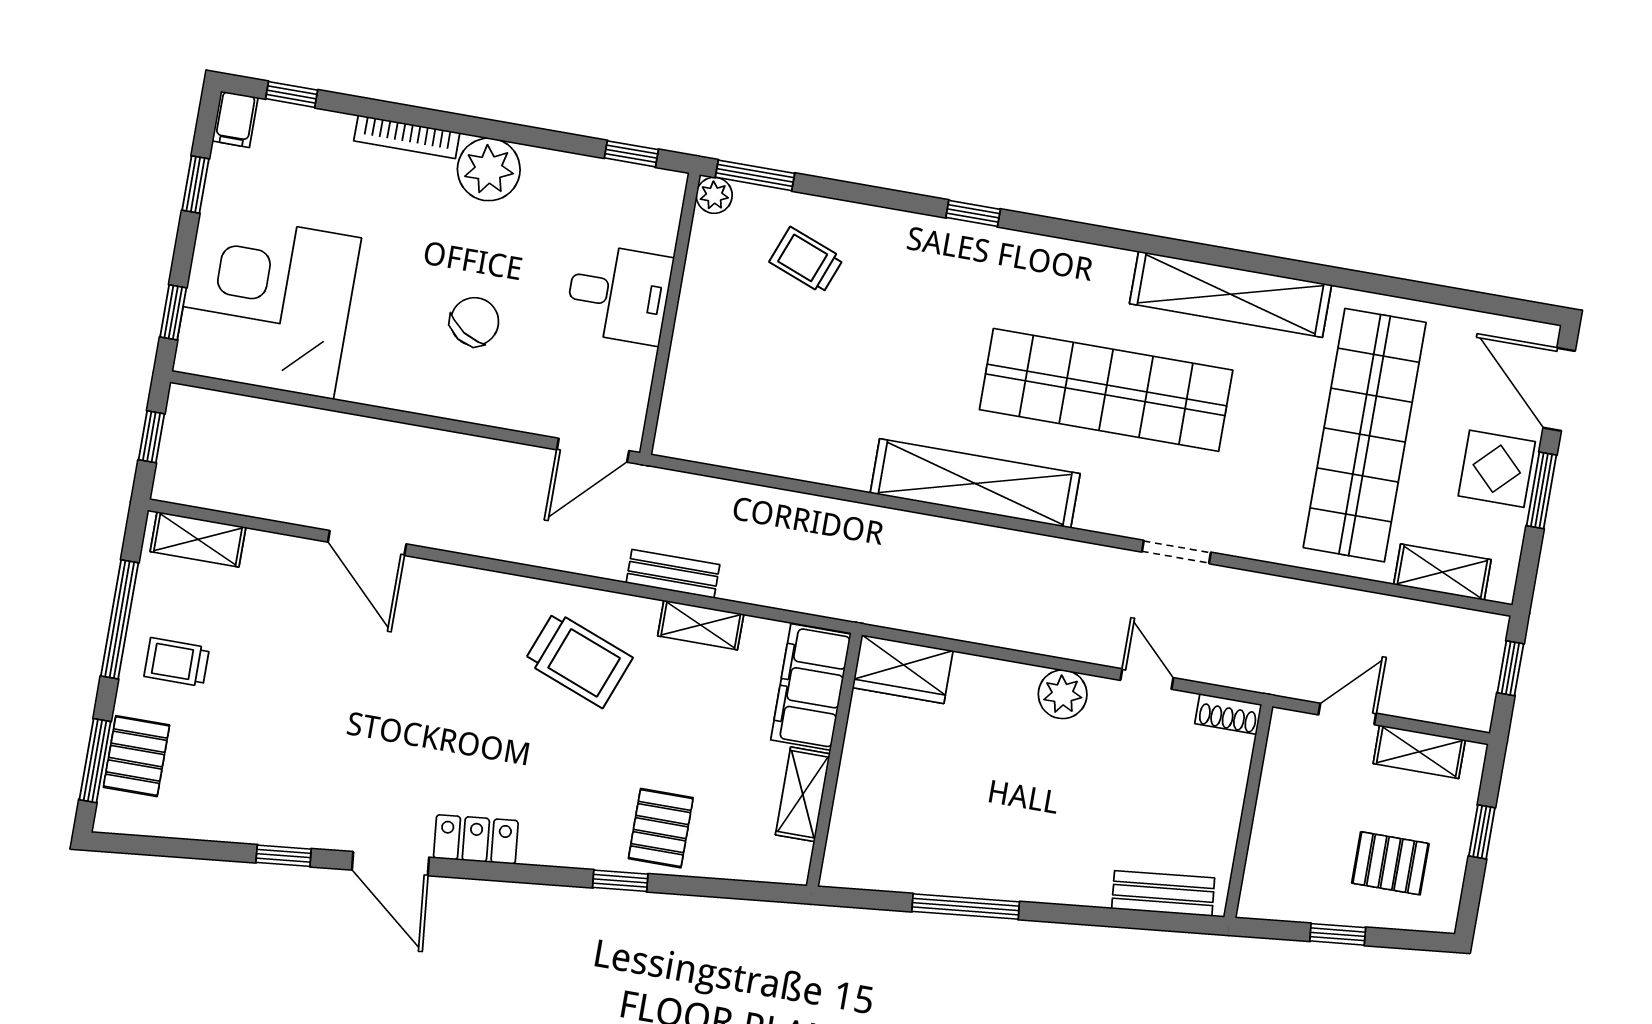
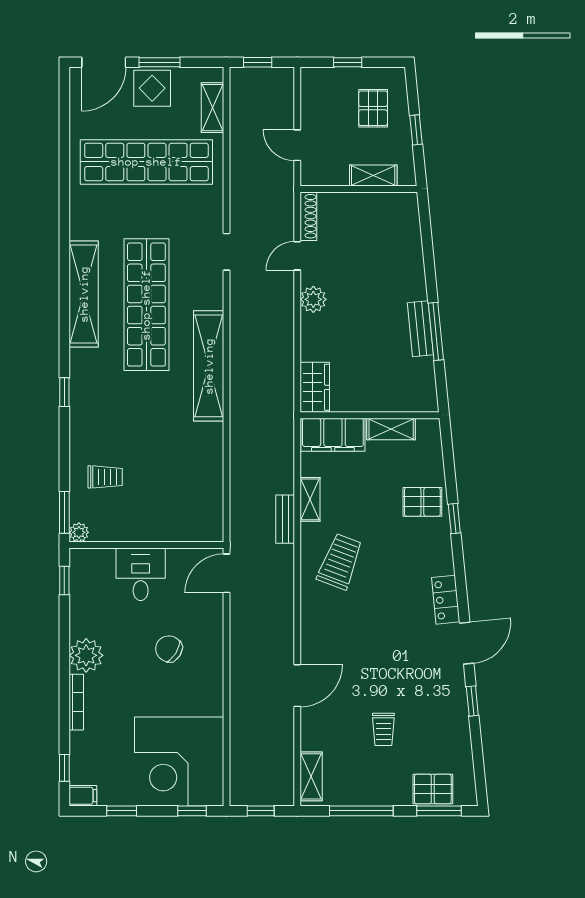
trolley: (806, 260) -> (105, 477), turned -111
shelving: (1231, 294) -> (84, 294), moved
door: (593, 450) -> (227, 573), swing flipped
trolley: (177, 662) -> (383, 729), moved
shoe rack: (1228, 714) -> (308, 216), width x1.43
shelving: (1419, 752) -> (373, 176), moved, turned 90
bench: (1163, 893) -> (420, 329), moved

